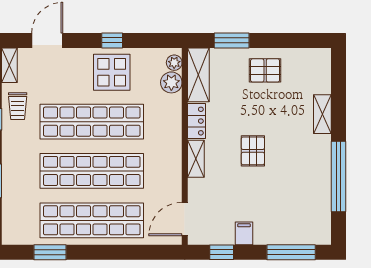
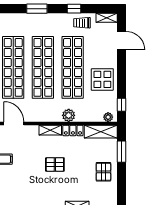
window: (112, 40) -> (122, 105), moved
plant: (171, 82) -> (69, 115), moved

